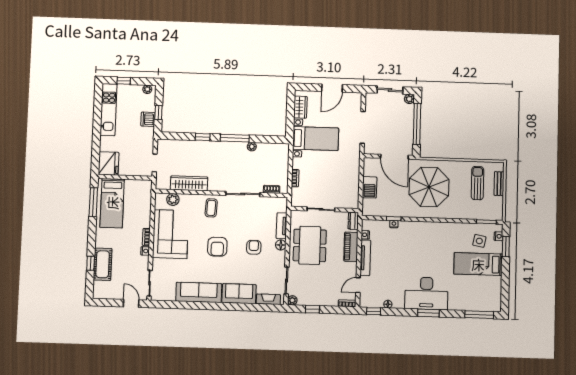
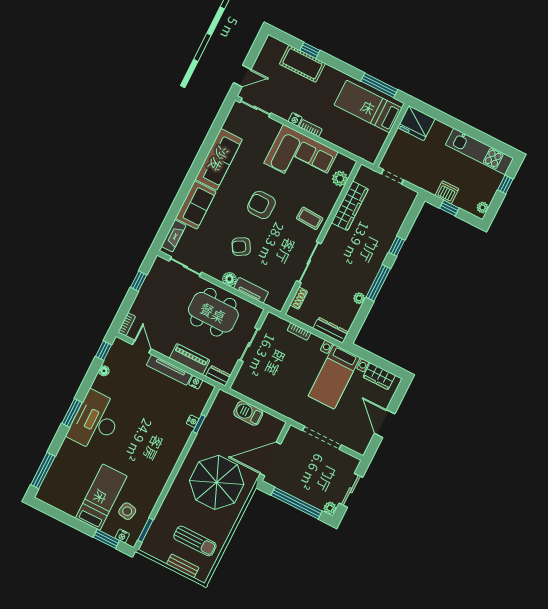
dresser: (284, 156) -> (331, 330), added
armchair: (254, 247) -> (241, 247), turned 150
plant: (292, 300) -> (160, 263), removed

